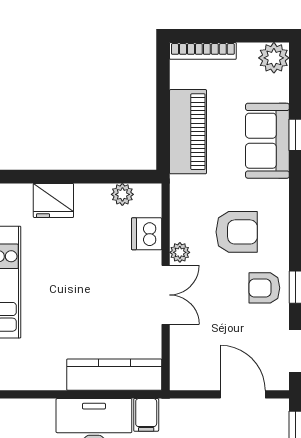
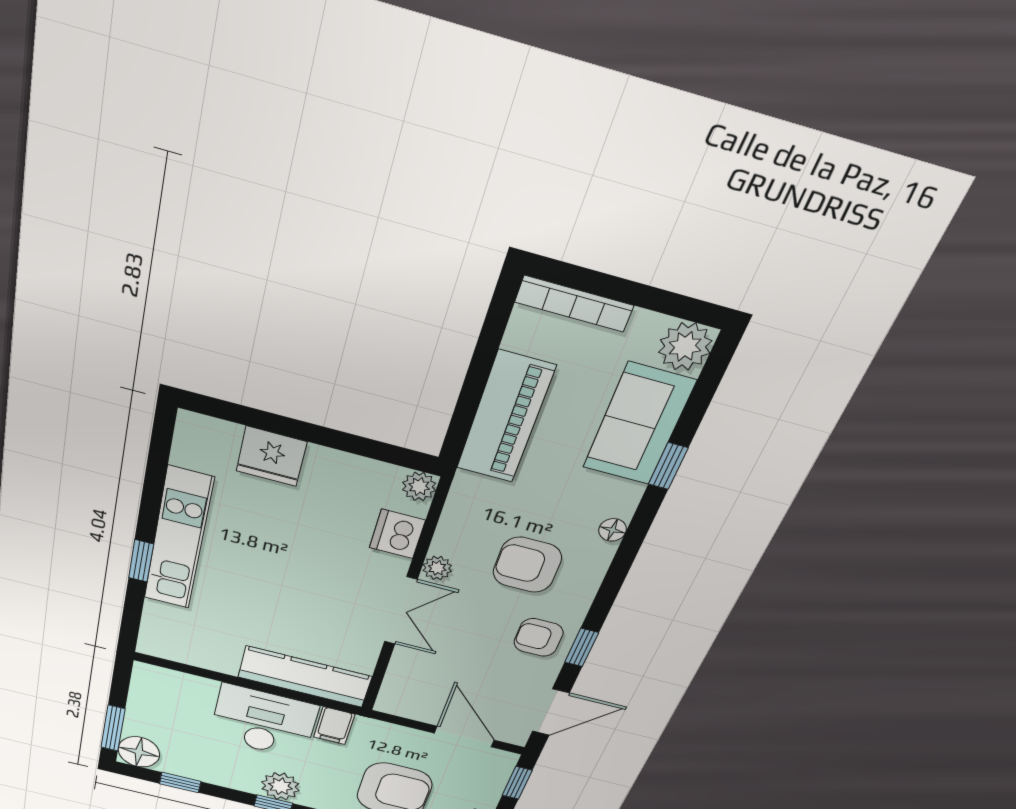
sofa: (267, 141) -> (639, 425), moved
floor lamp: (280, 189) -> (613, 530), added
plant: (122, 194) -> (419, 486), moved
armchair: (237, 232) -> (527, 565), turned 180

